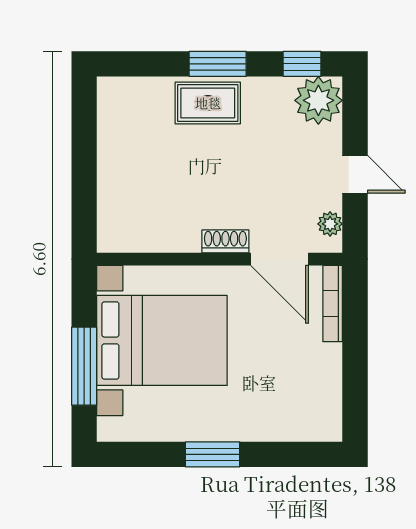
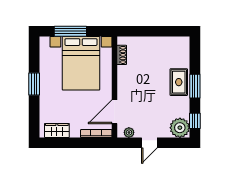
shoe rack: (225, 241) -> (122, 55), moved
wardrobe: (325, 399) -> (57, 130), added

